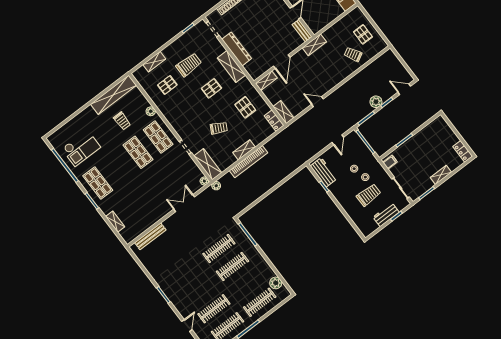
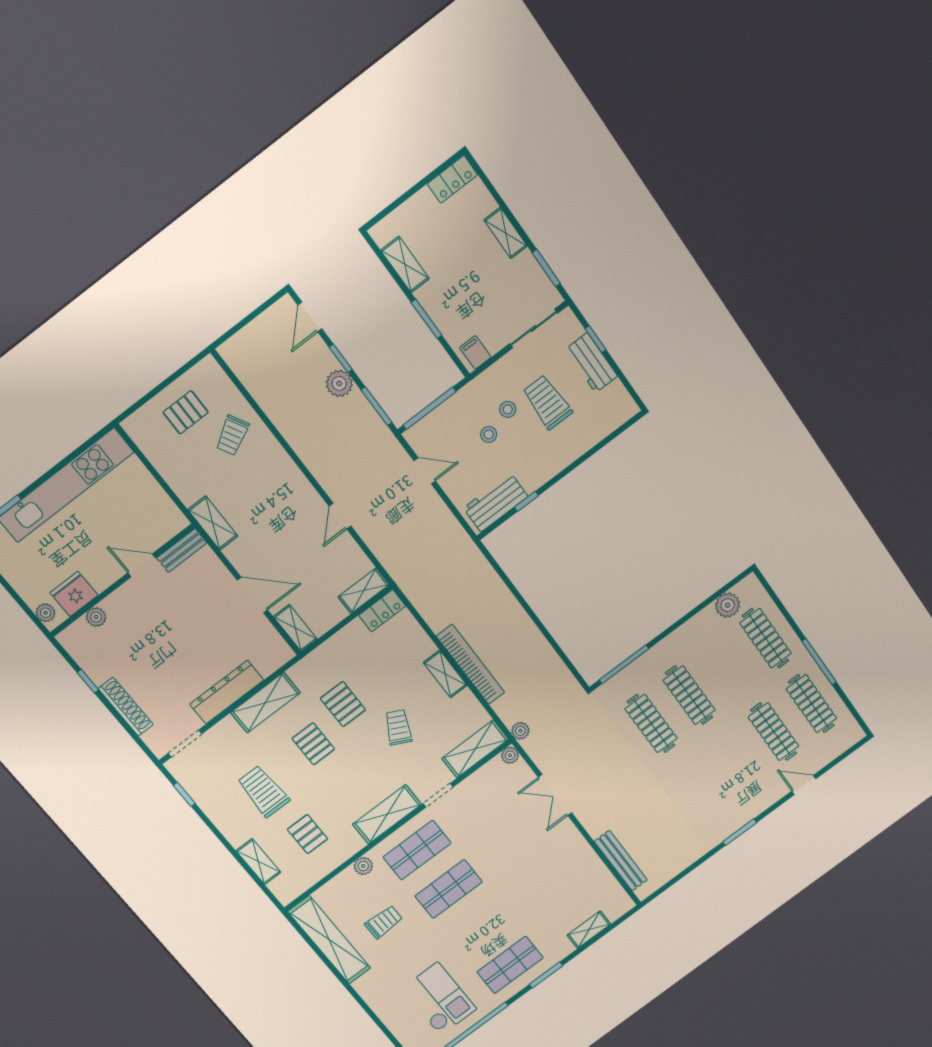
pallet: (245, 107) -> (343, 704), moved, turned 90
shelving: (176, 123) -> (387, 814), added
shelving: (427, 131) -> (405, 264), added

